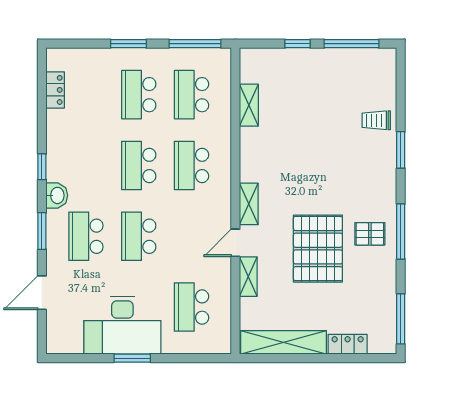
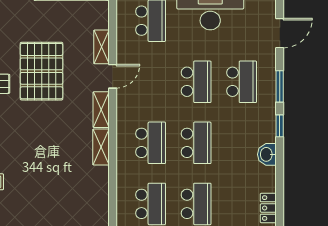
shelving: (249, 105) -> (101, 147), moved
window: (42, 167) -> (280, 126), moved
washbasin: (57, 195) -> (267, 154), moved

